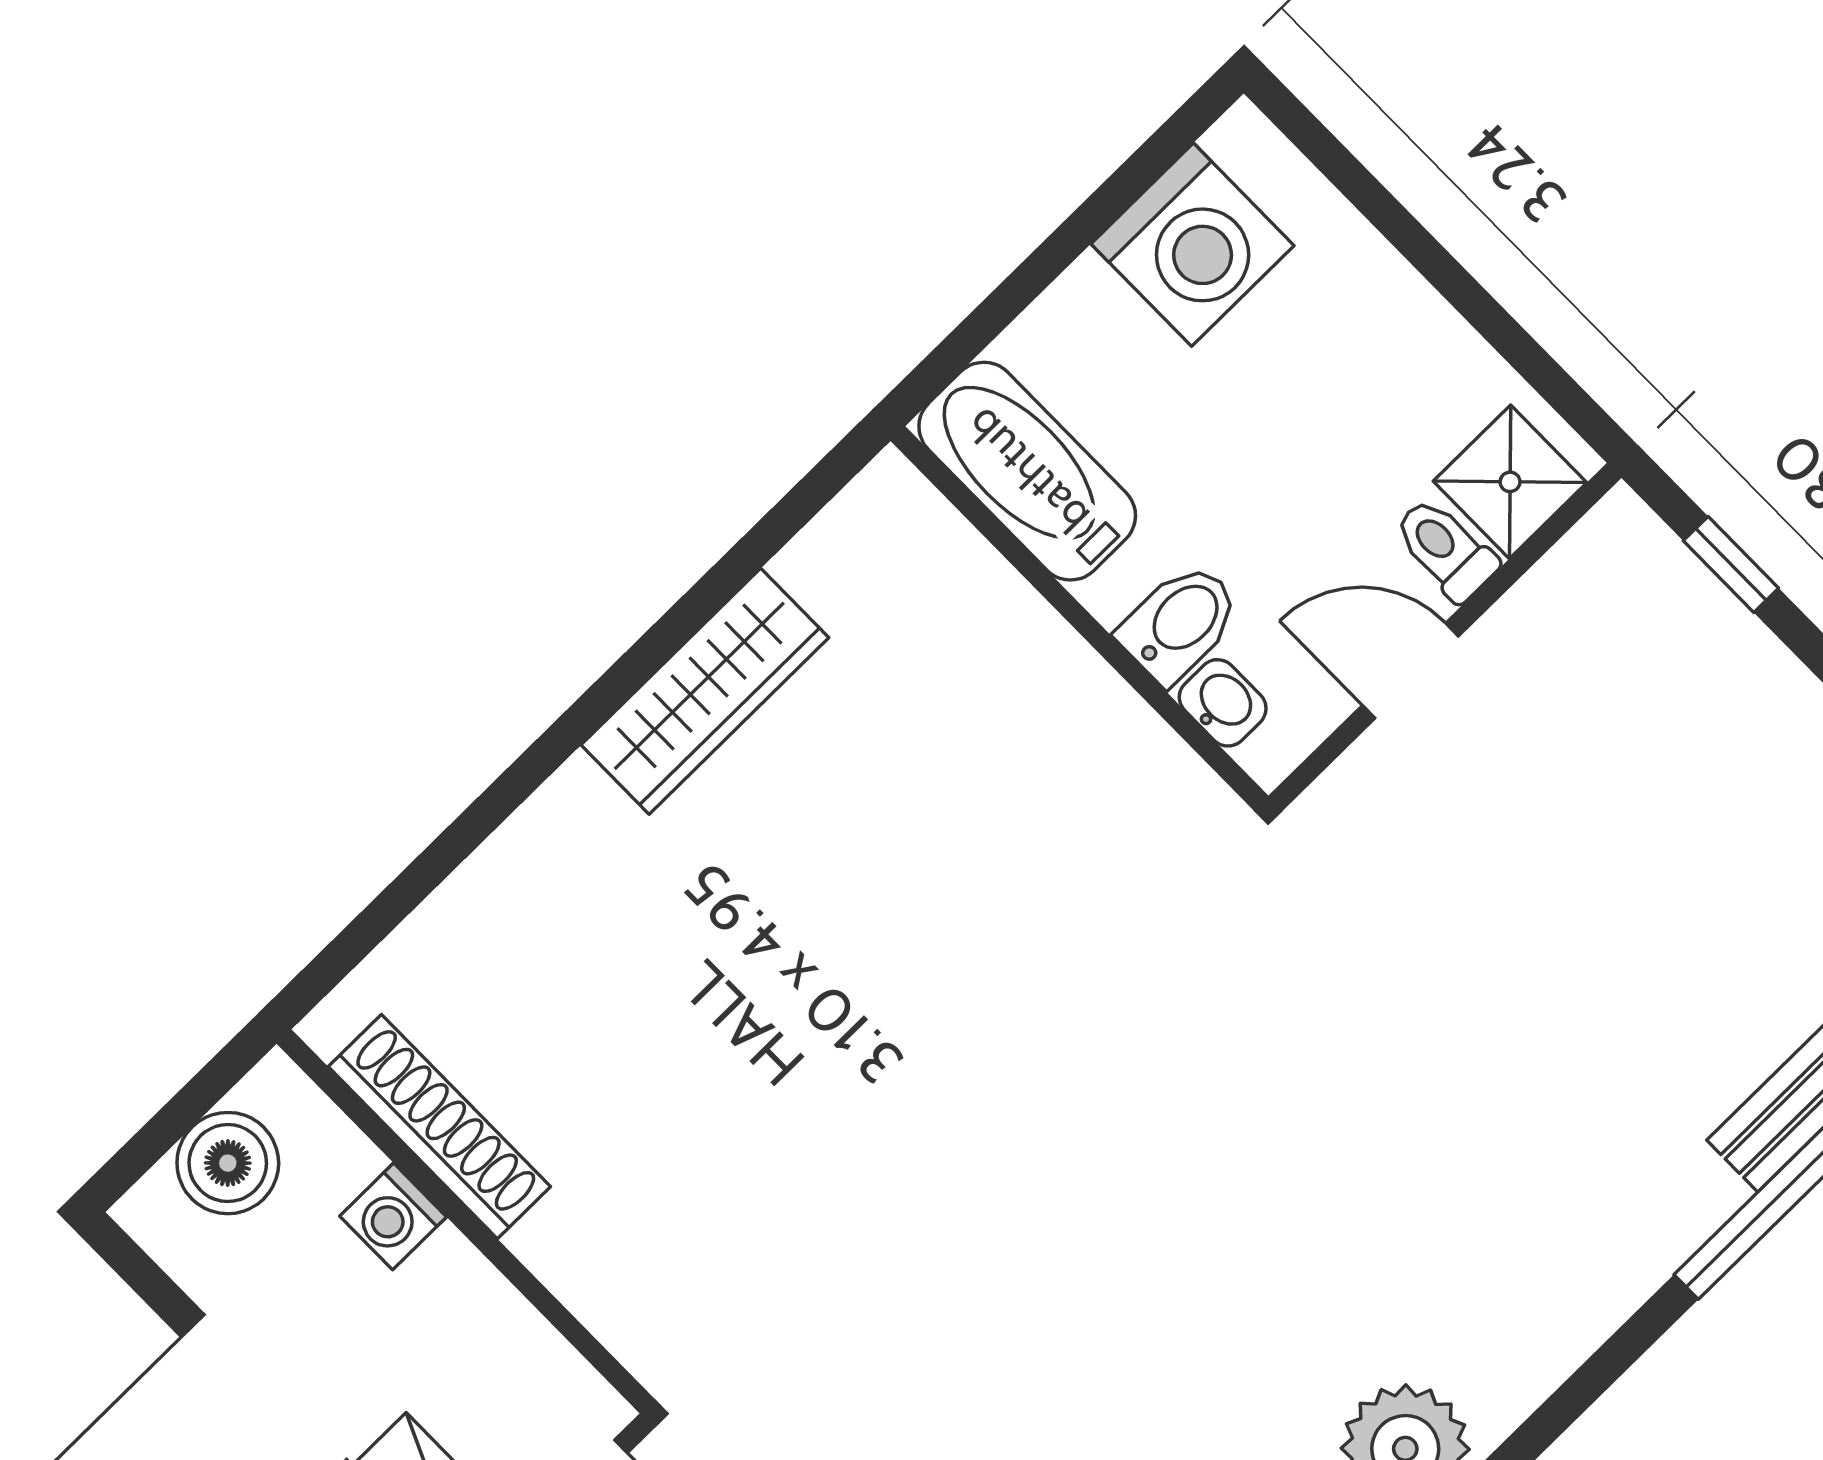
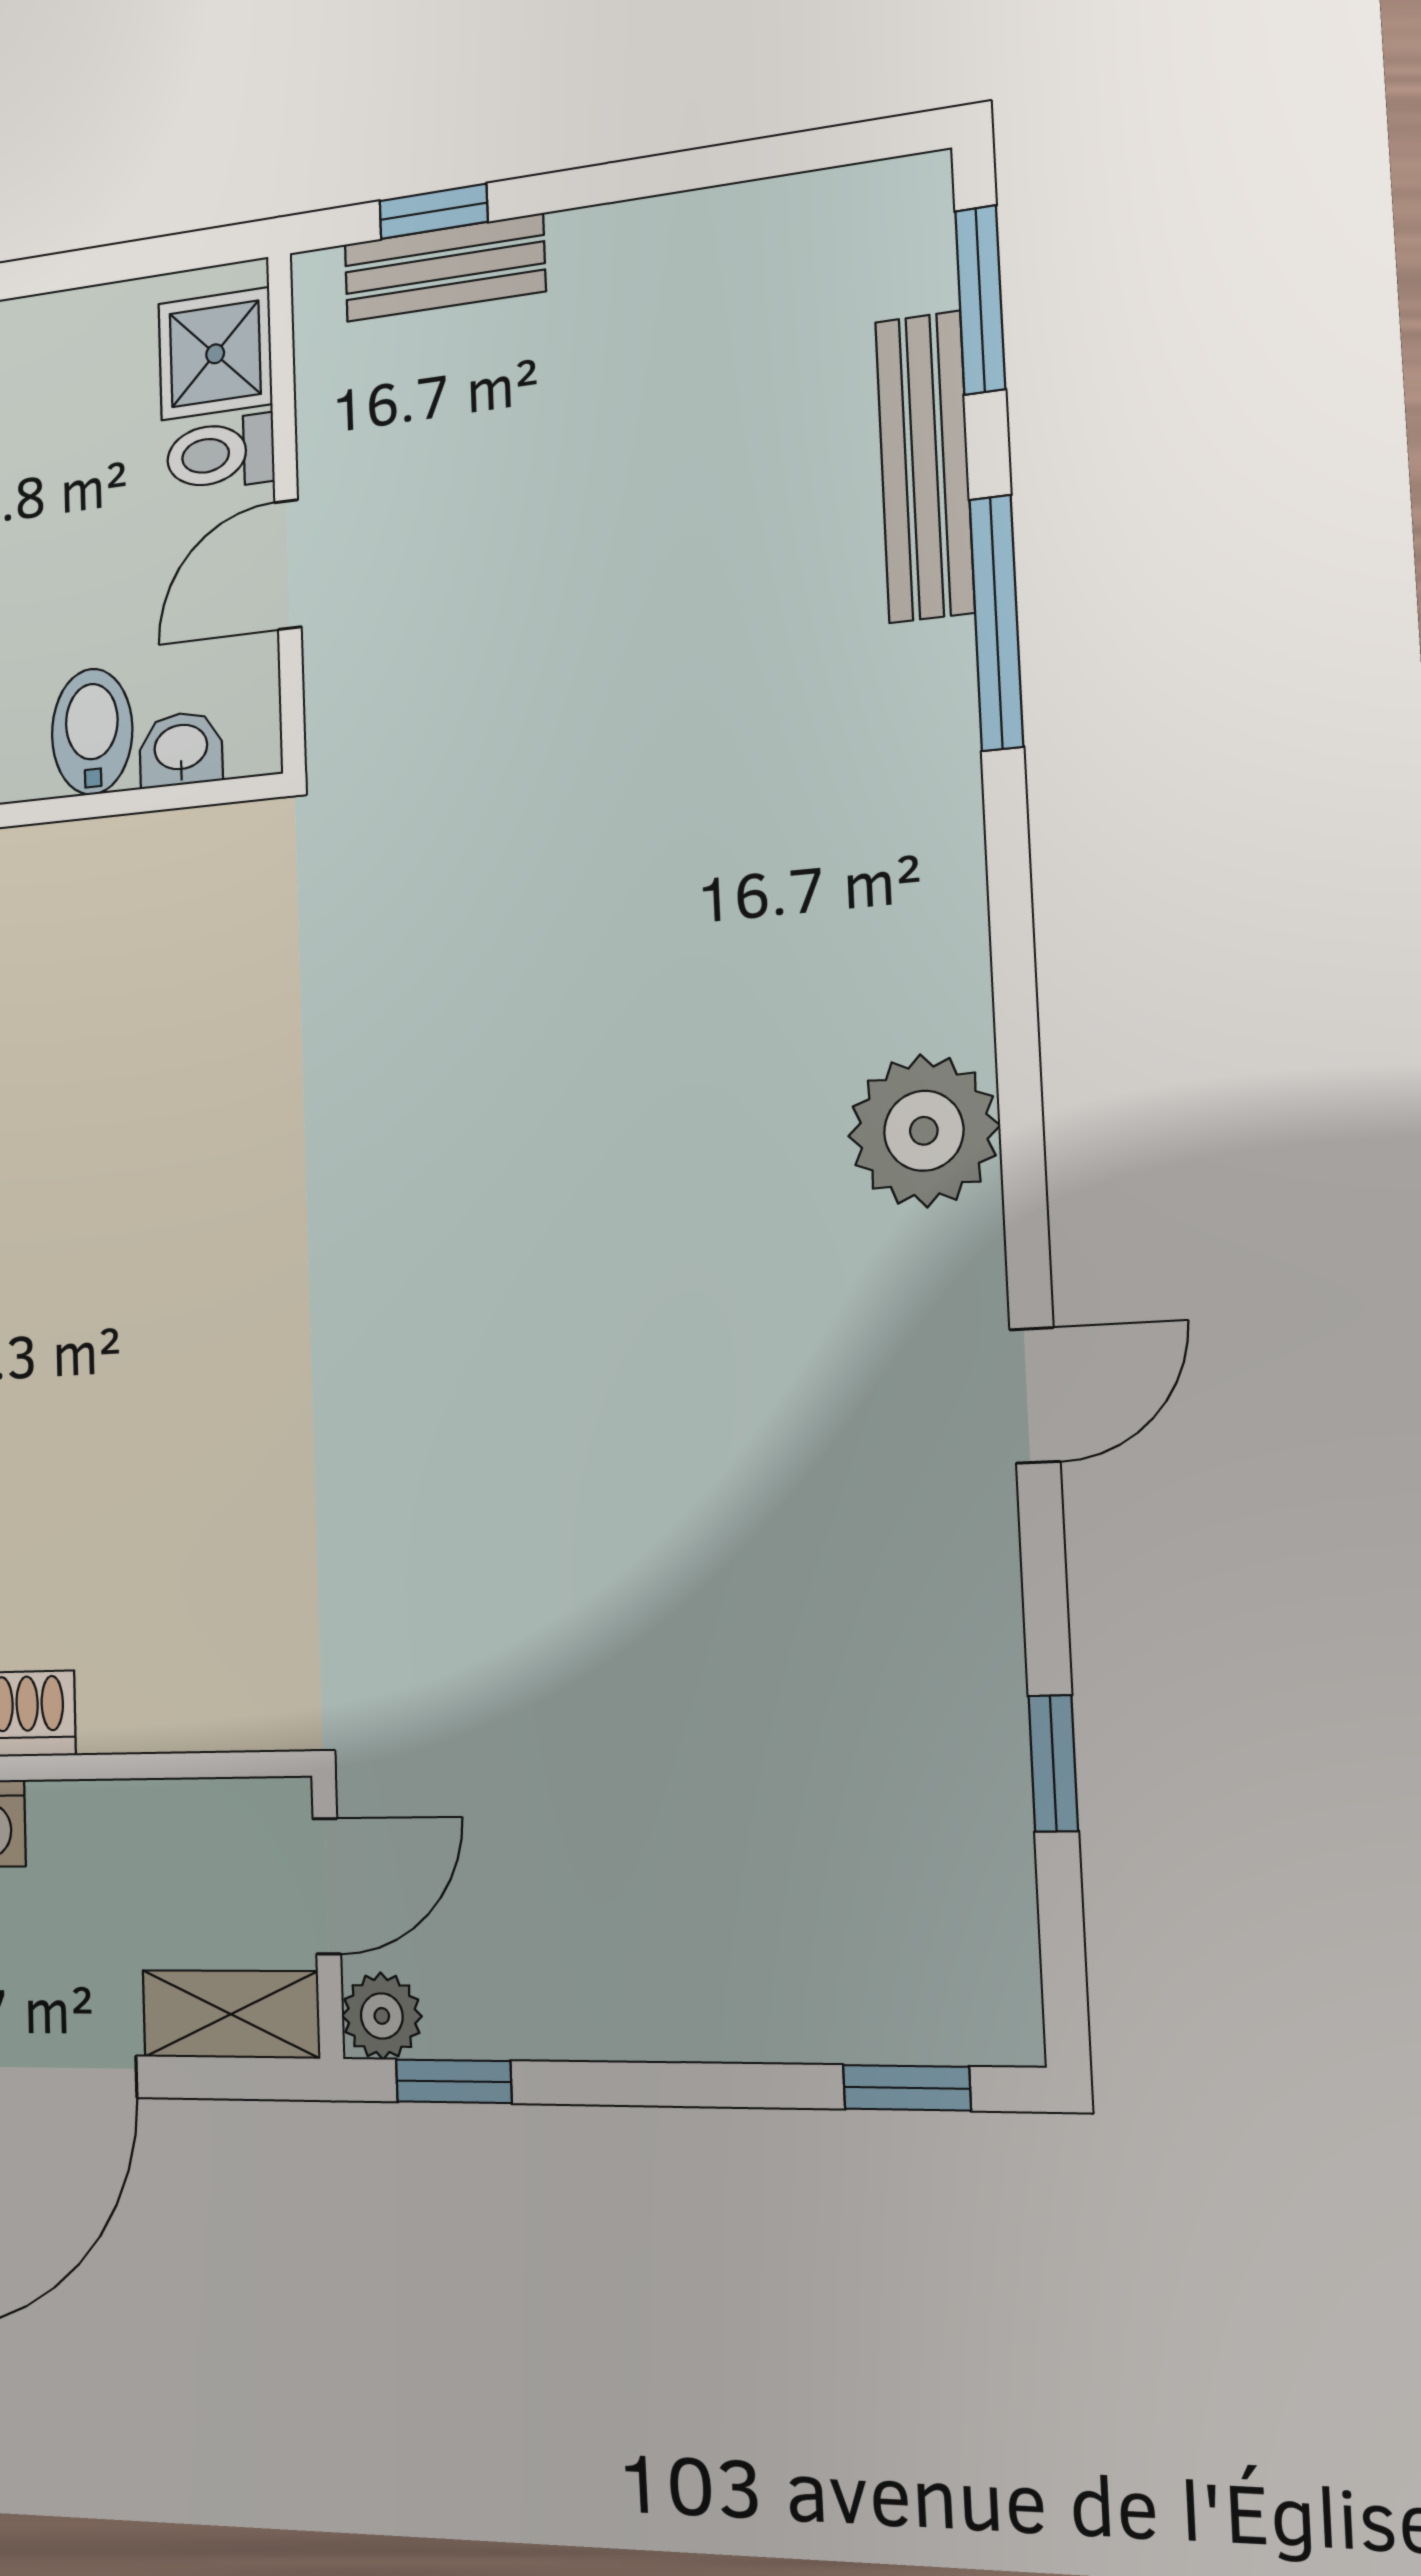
bench: (1699, 608) -> (444, 268), added

